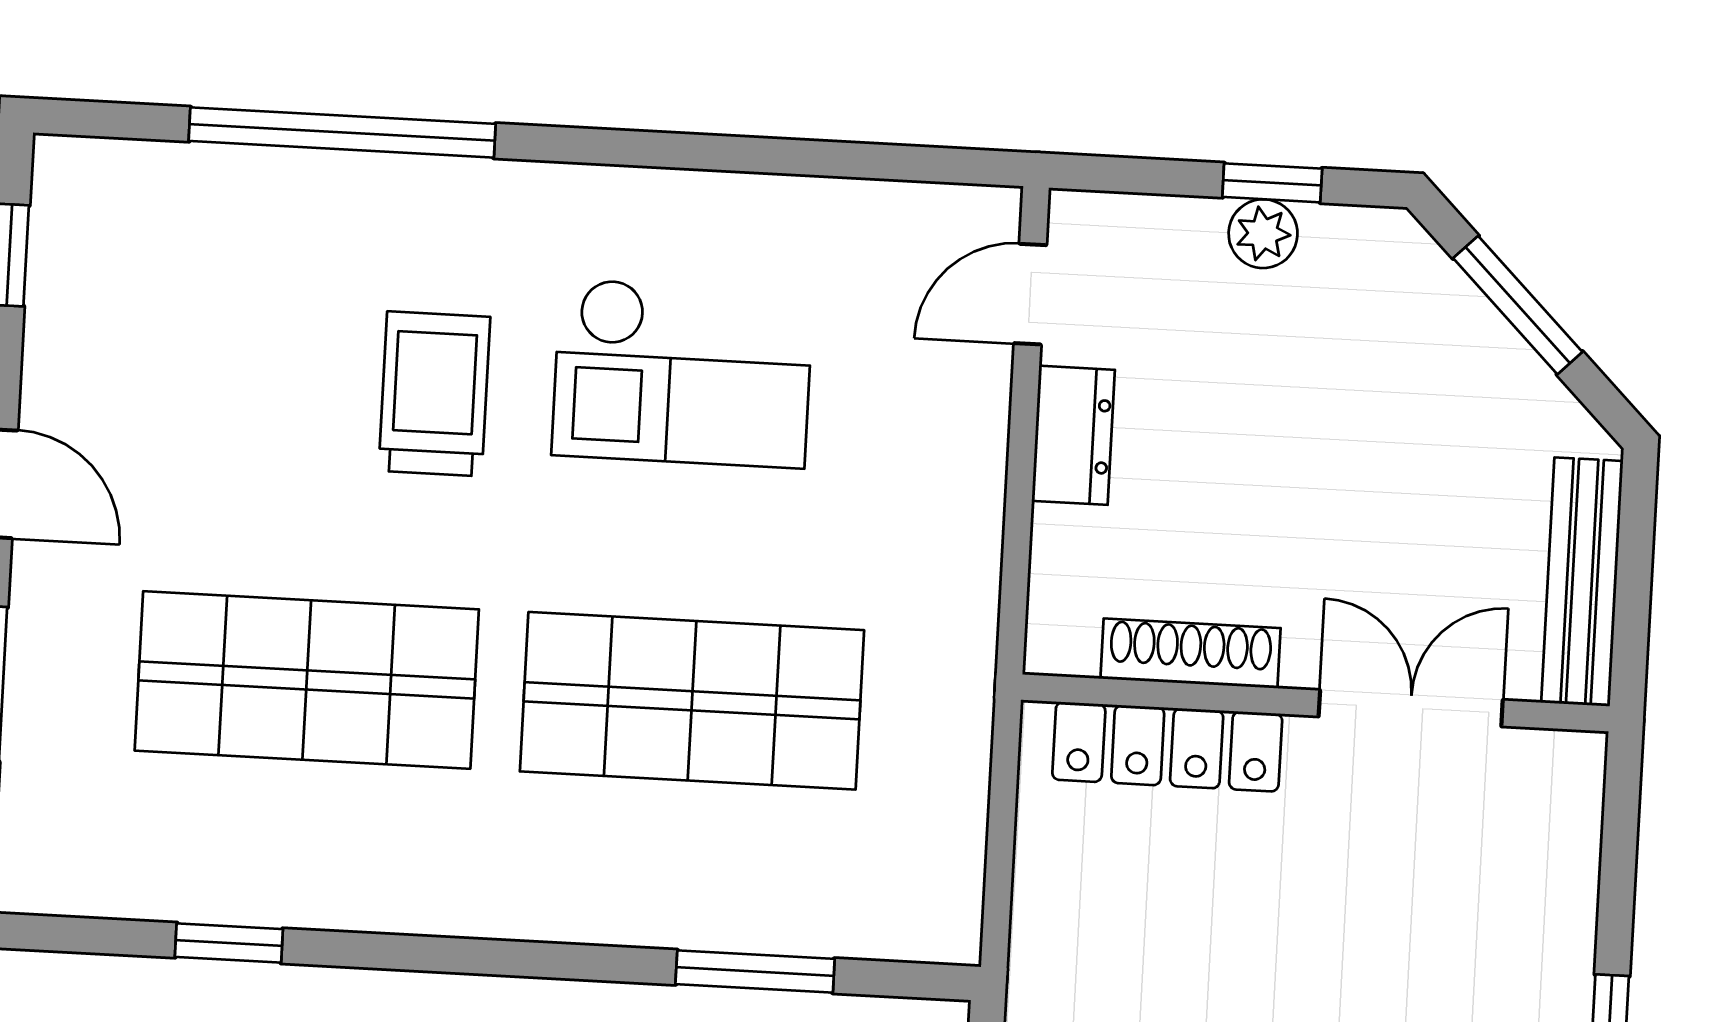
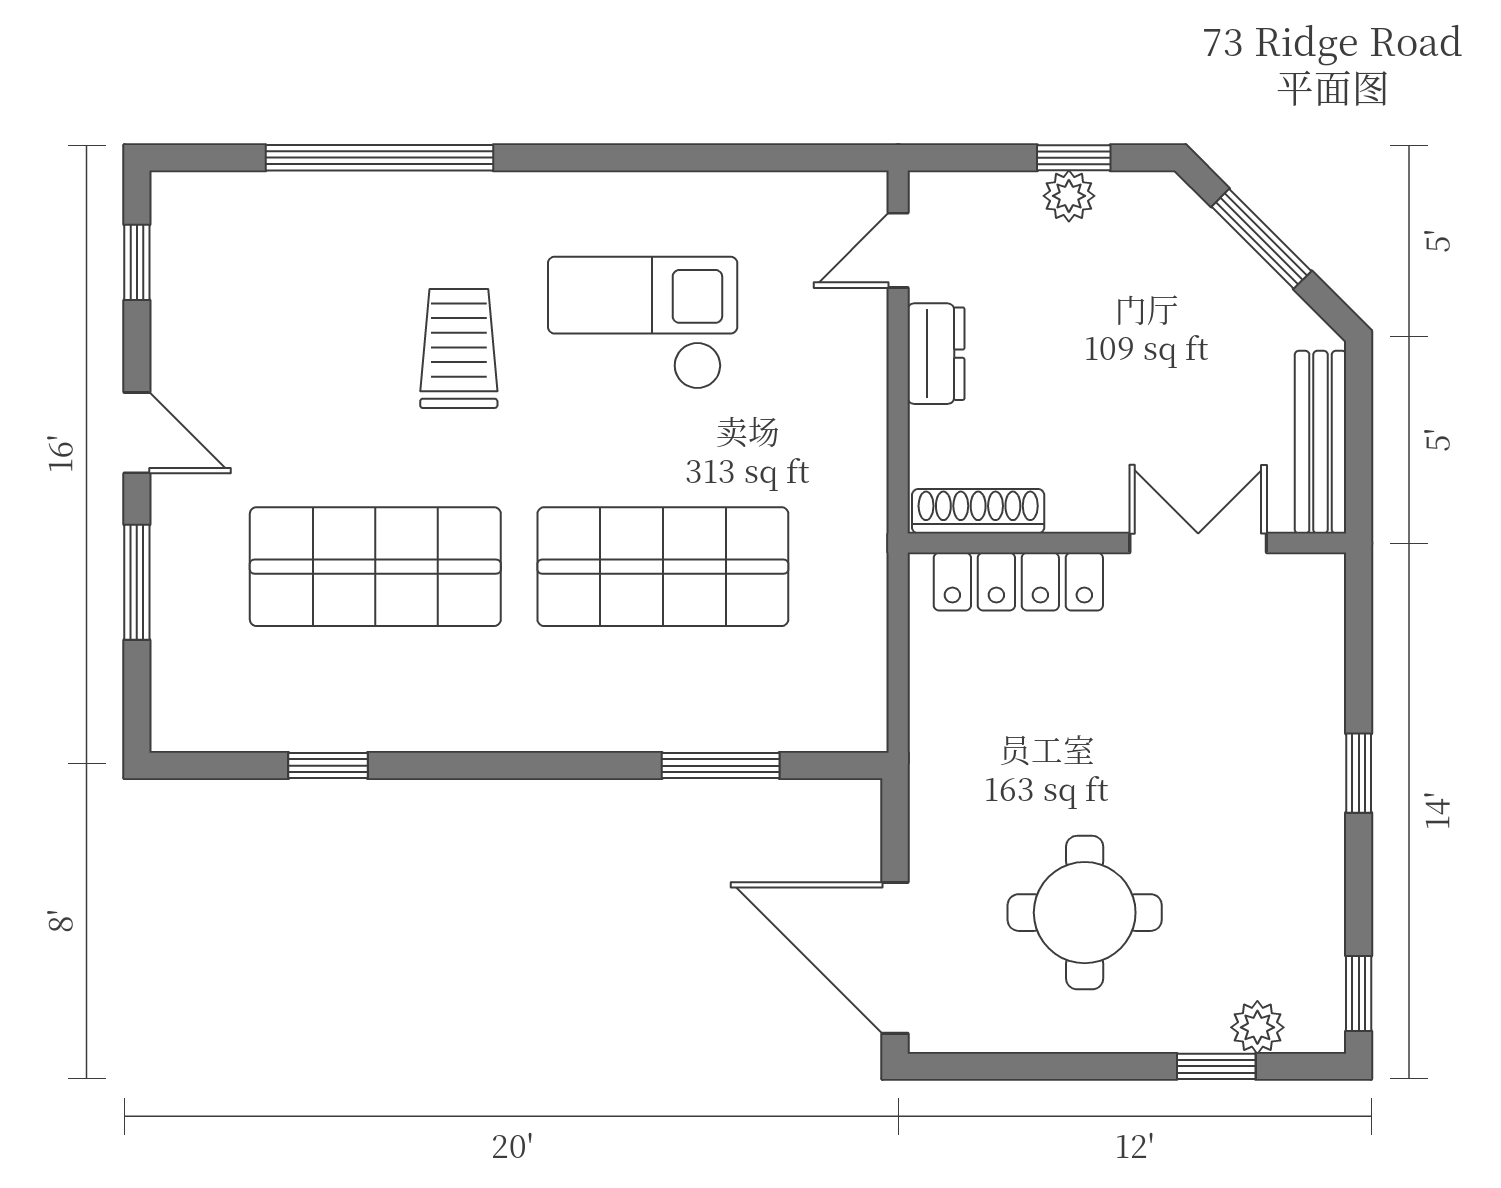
checkout: (683, 373) -> (643, 323), turned 180
shoe rack: (1191, 653) -> (978, 511), moved

